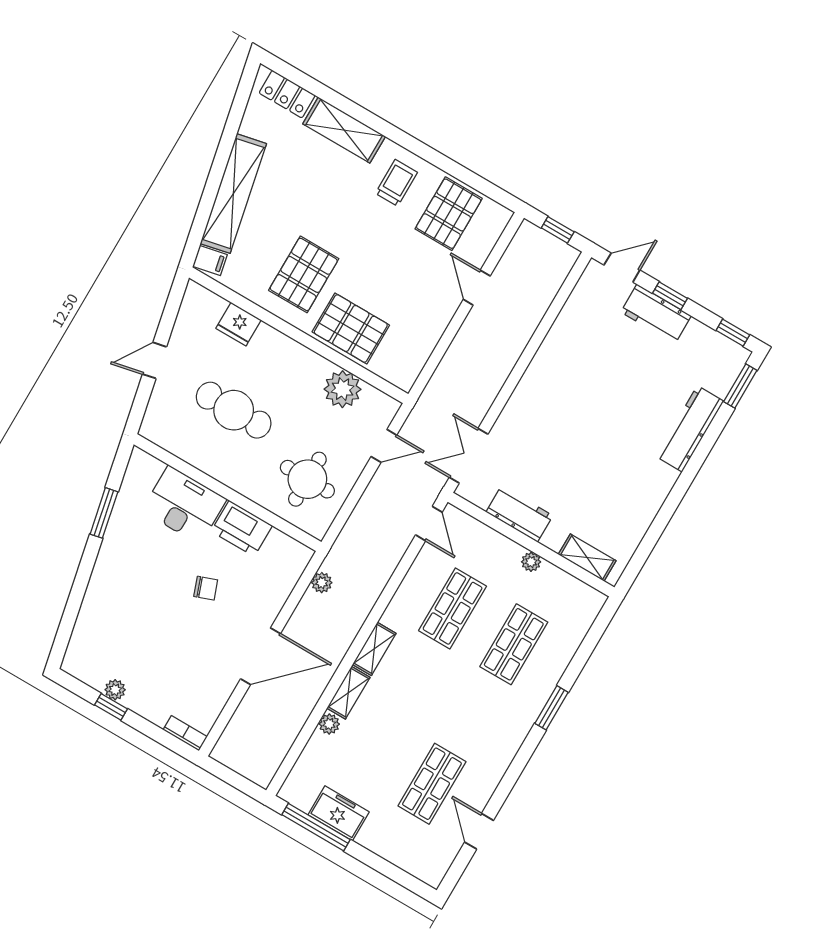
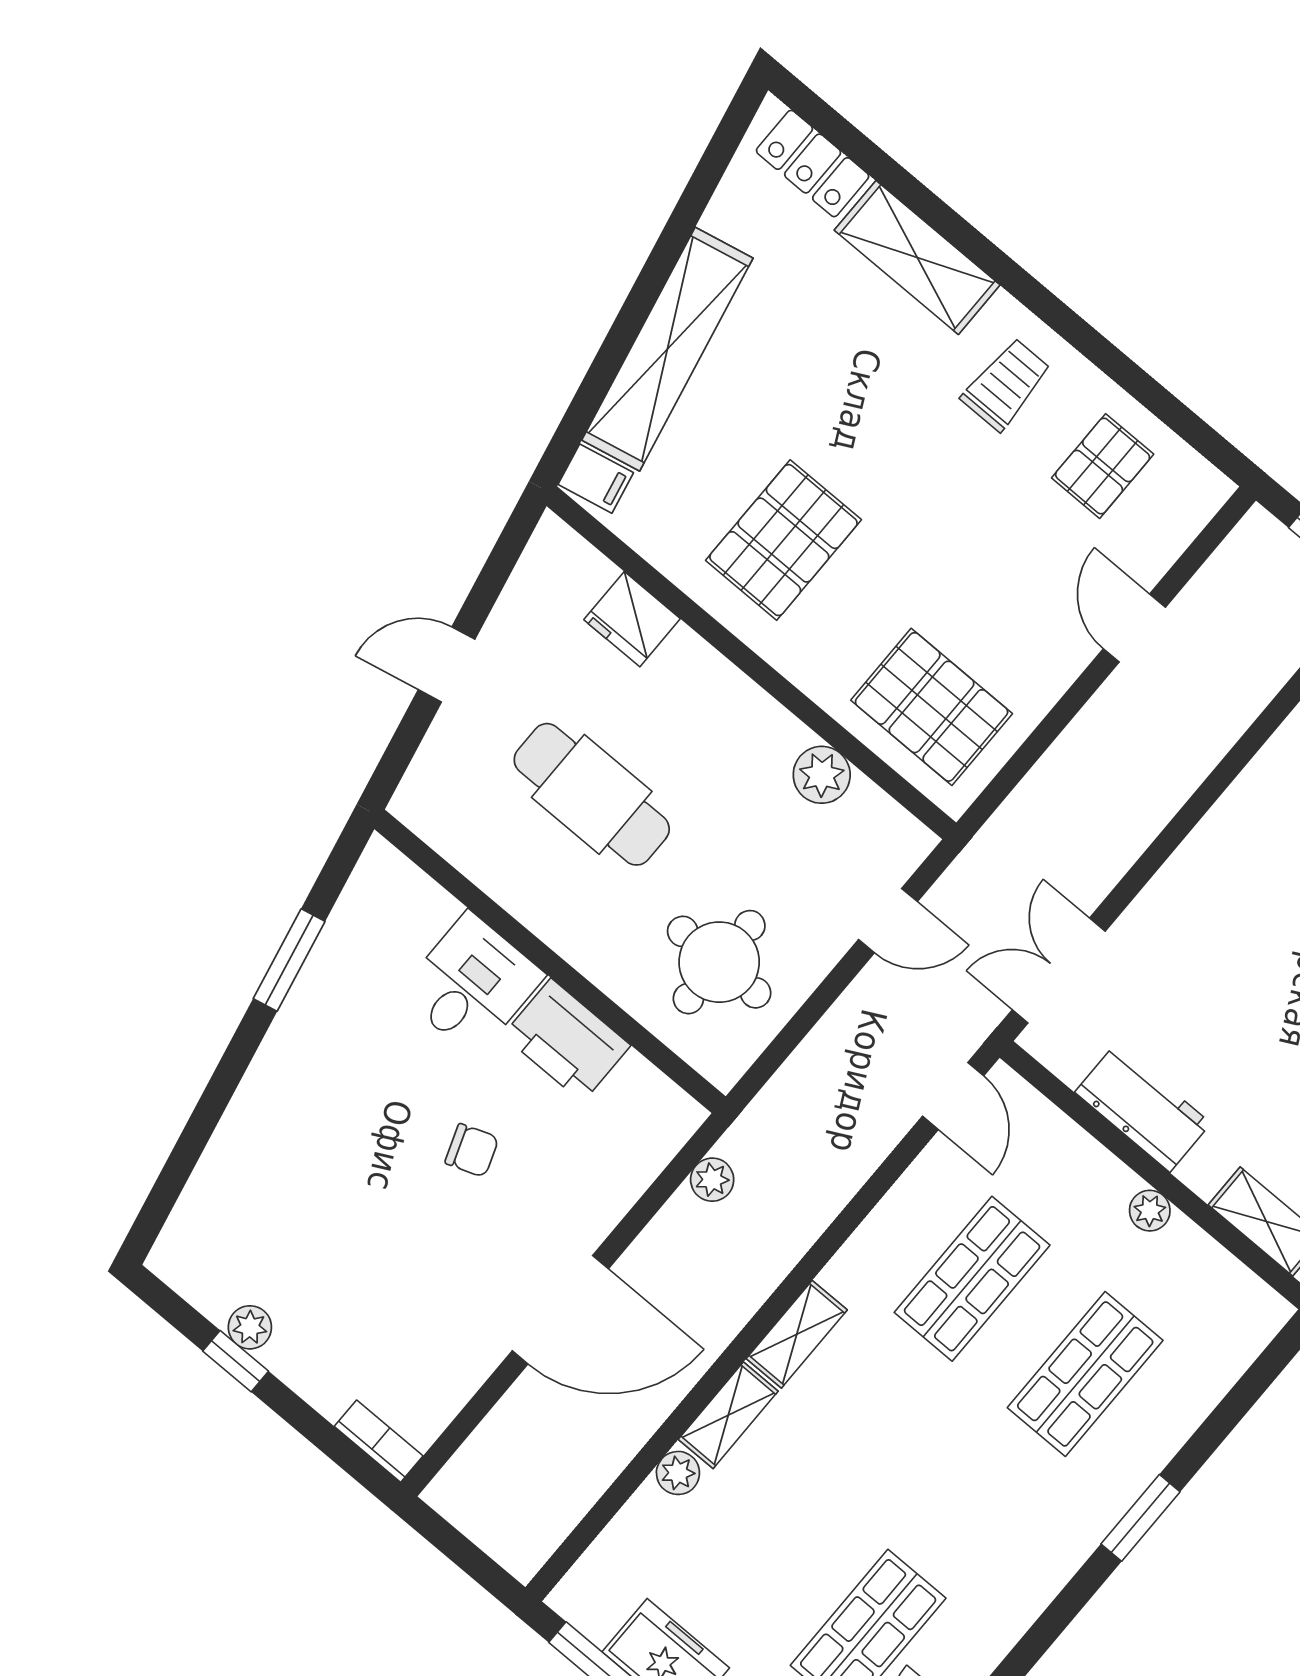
pallet: (449, 214) -> (1103, 466), width x0.67, depth x0.71
pallet: (351, 328) -> (932, 707), moved
plant: (343, 389) -> (822, 775), width x0.73, depth x0.73
desk: (184, 505) -> (472, 984), width x0.73

